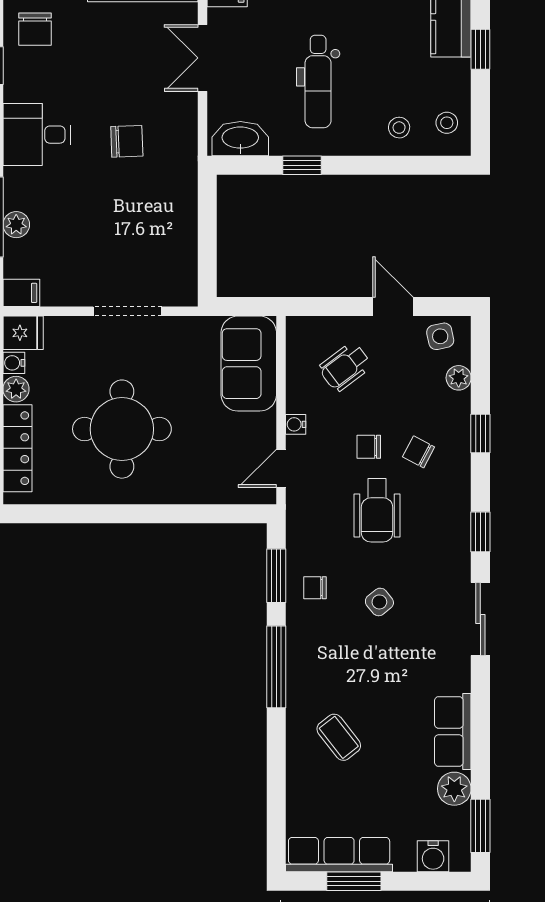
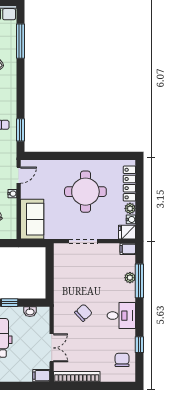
washbasin: (240, 139) -> (30, 312), width x0.52, depth x0.69
chair: (127, 141) -> (83, 313), turned 139
window: (276, 667) -> (21, 41), moved

